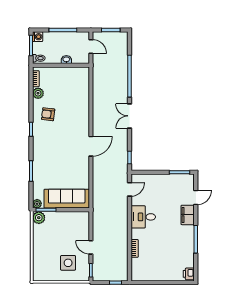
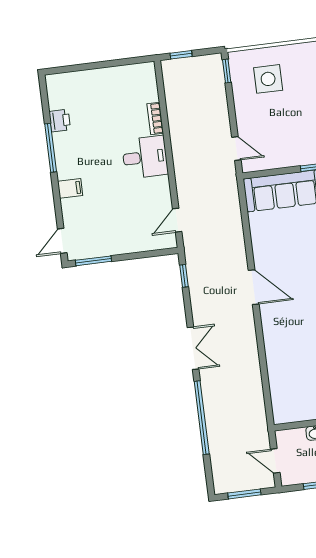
door: (91, 146) -> (254, 287), swing flipped
door: (196, 197) -> (62, 241), moved
filing cabinet: (188, 215) -> (70, 188), width x0.50
desk: (143, 217) -> (145, 157), moved
door: (91, 247) -> (236, 149), moved
printer: (189, 274) -> (60, 121), moved

